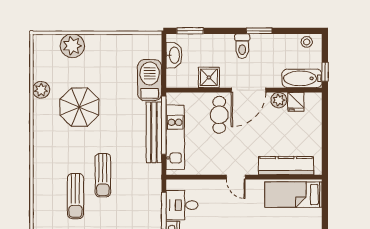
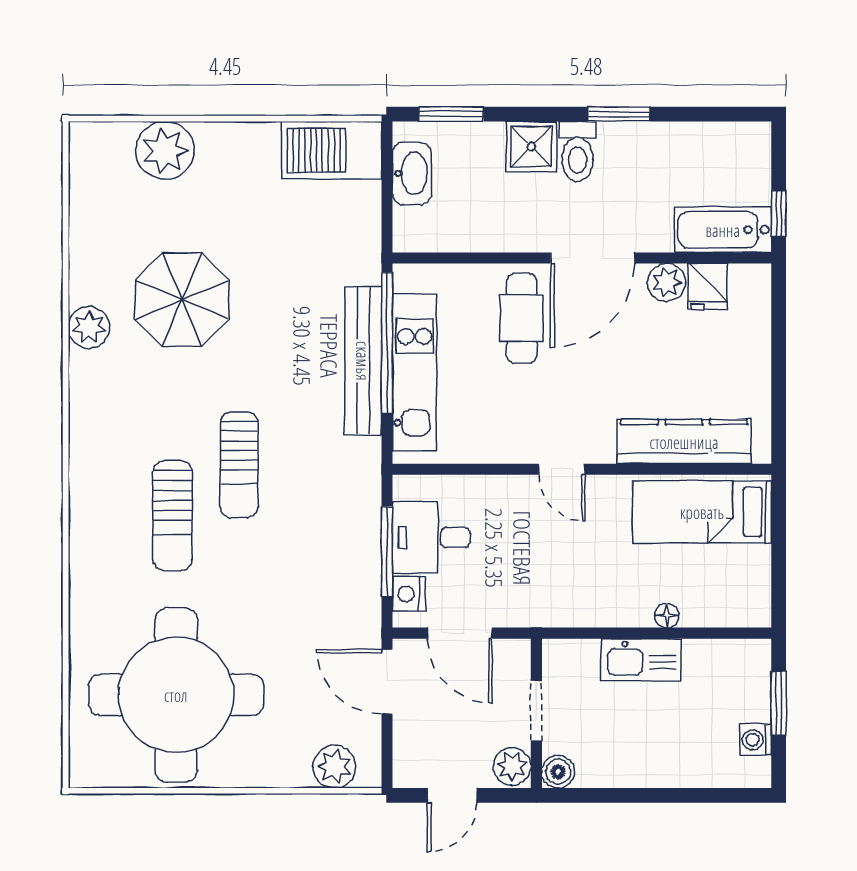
stool: (307, 42) -> (734, 141), removed
shower: (209, 77) -> (531, 147), moved
barbecue: (150, 80) -> (331, 150), moved, turned -90
plant: (41, 90) -> (89, 327), moved

